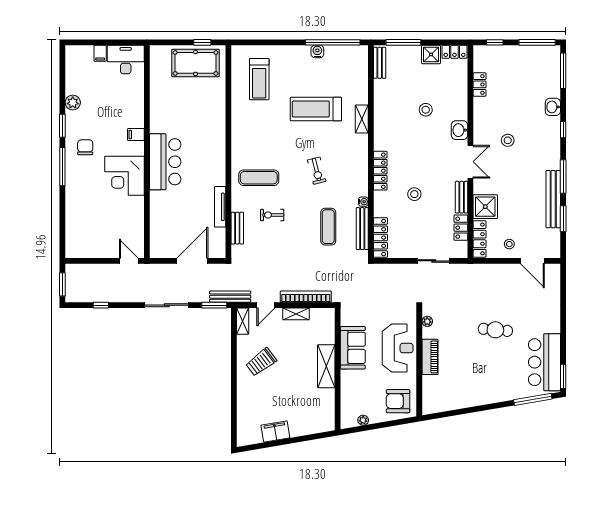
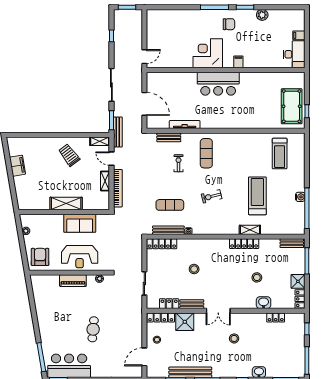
treadmill: (259, 79) -> (280, 154), turned -90
washbasin: (460, 130) -> (264, 303), moved
locker: (380, 171) -> (244, 244), moved

